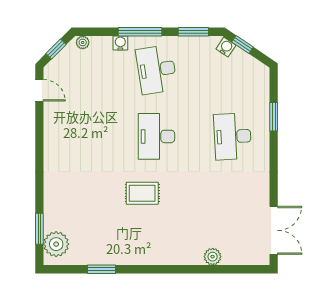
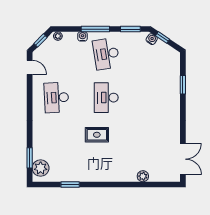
desk: (233, 136) -> (56, 98), moved

